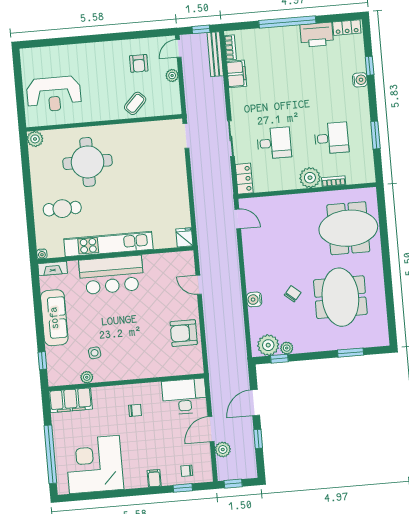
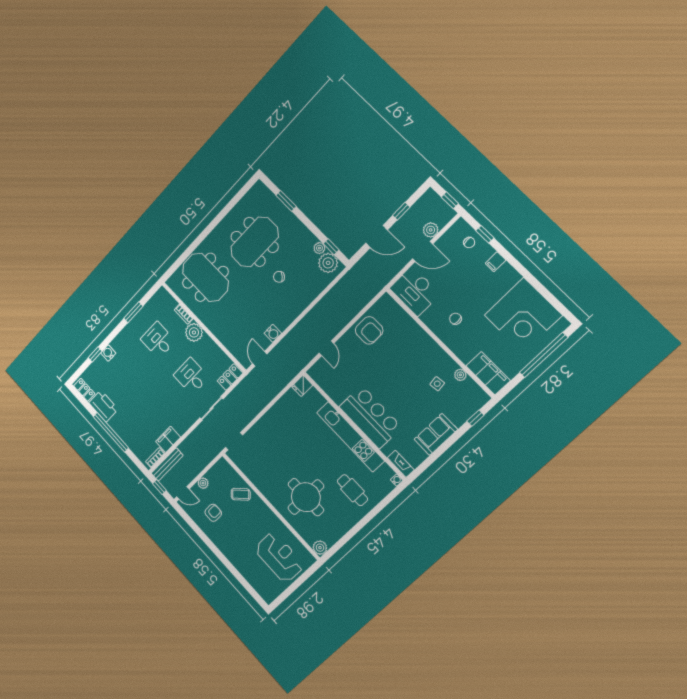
water cooler: (254, 299) -> (273, 333), moved
sofa: (54, 318) -> (436, 434), width x0.73

